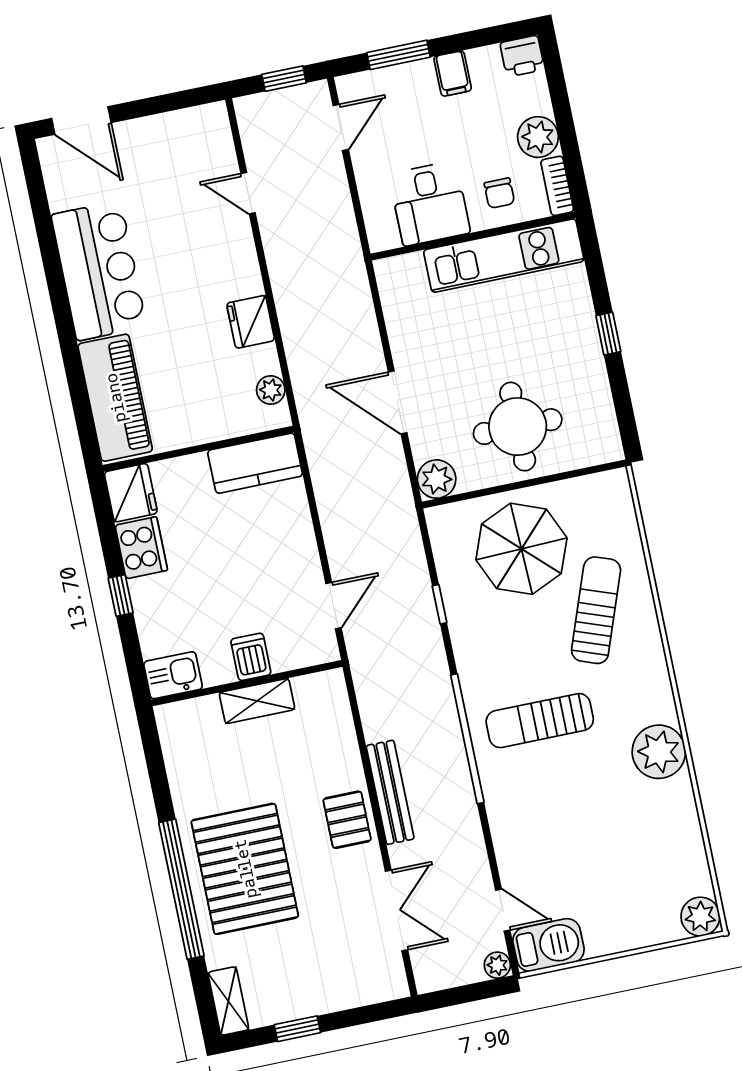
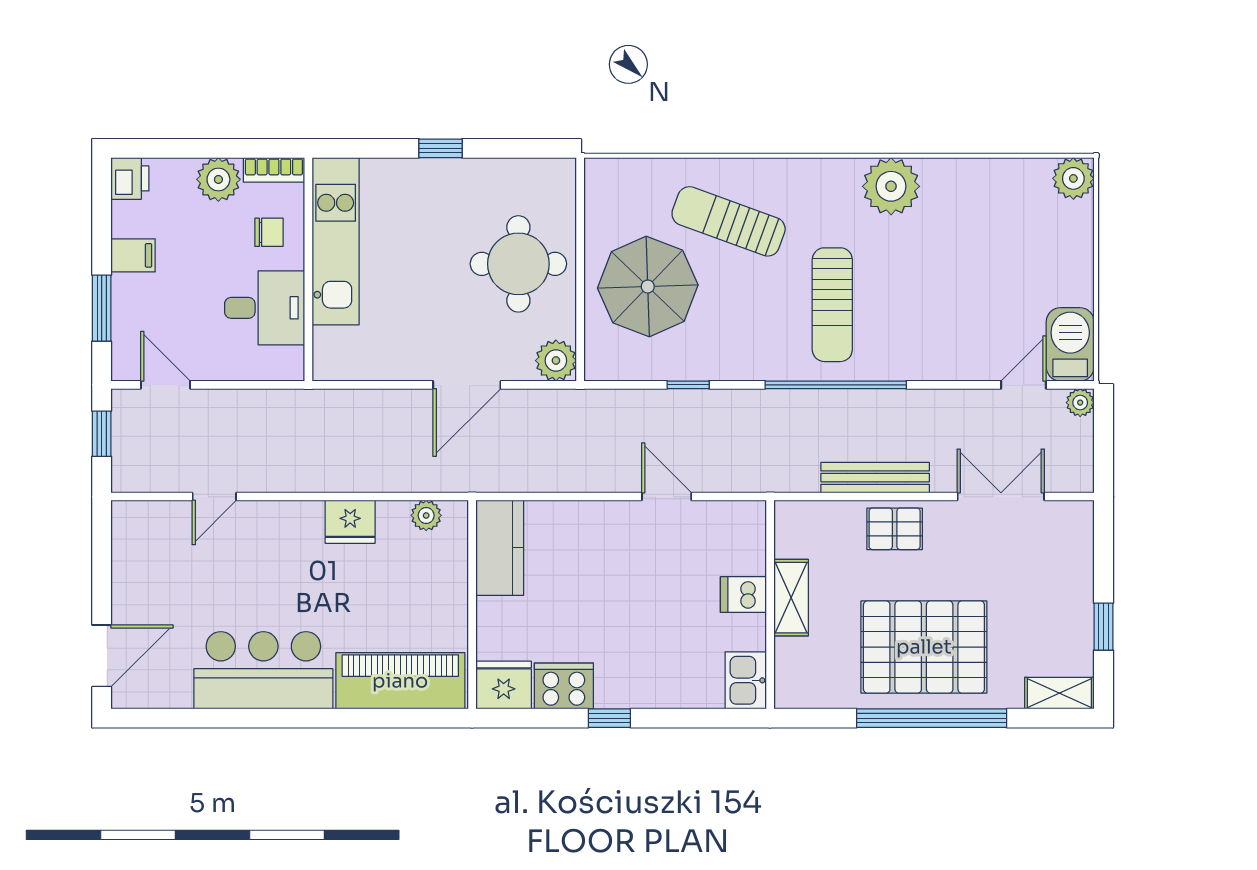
dishwasher: (251, 657) -> (743, 595), moved
kitchen sink: (173, 675) -> (746, 680), moved
wall: (247, 683) -> (770, 605), moved
shelving: (257, 701) -> (791, 598), moved

